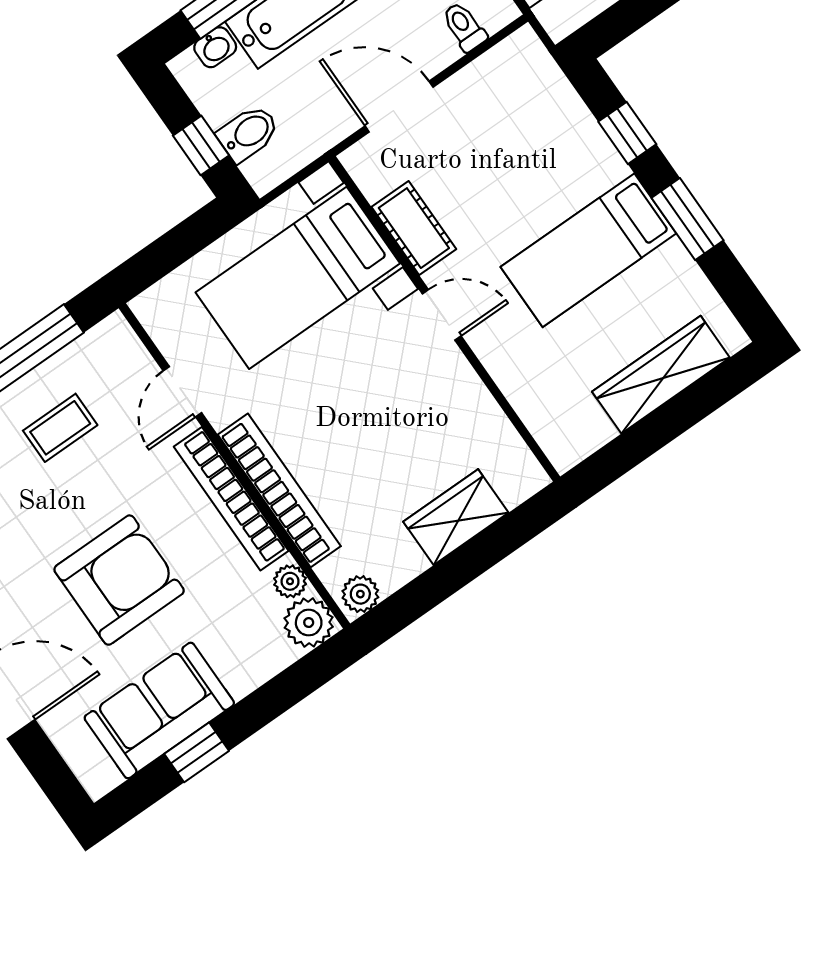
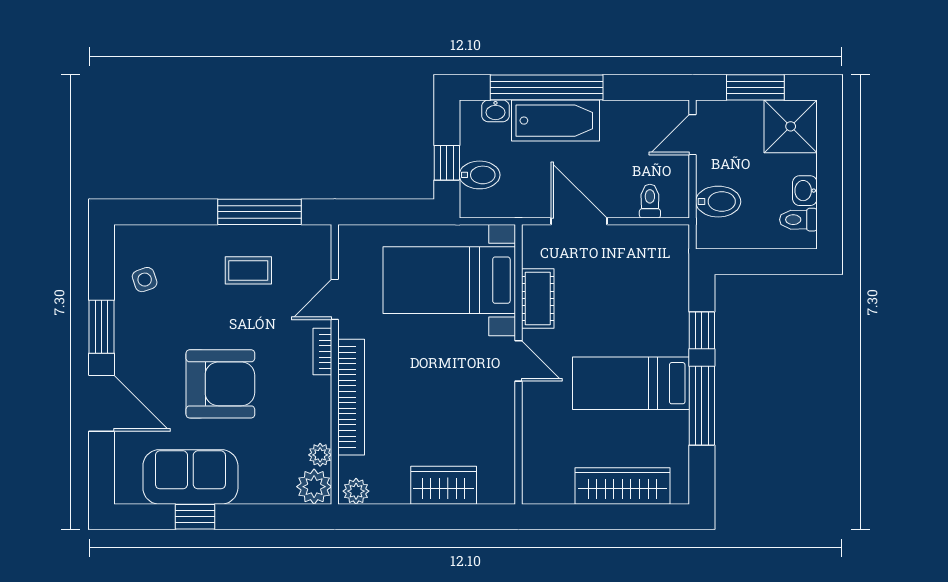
window: (688, 219) -> (702, 406), width x1.44
bookcase: (231, 499) -> (322, 351), width x0.43, depth x0.76

